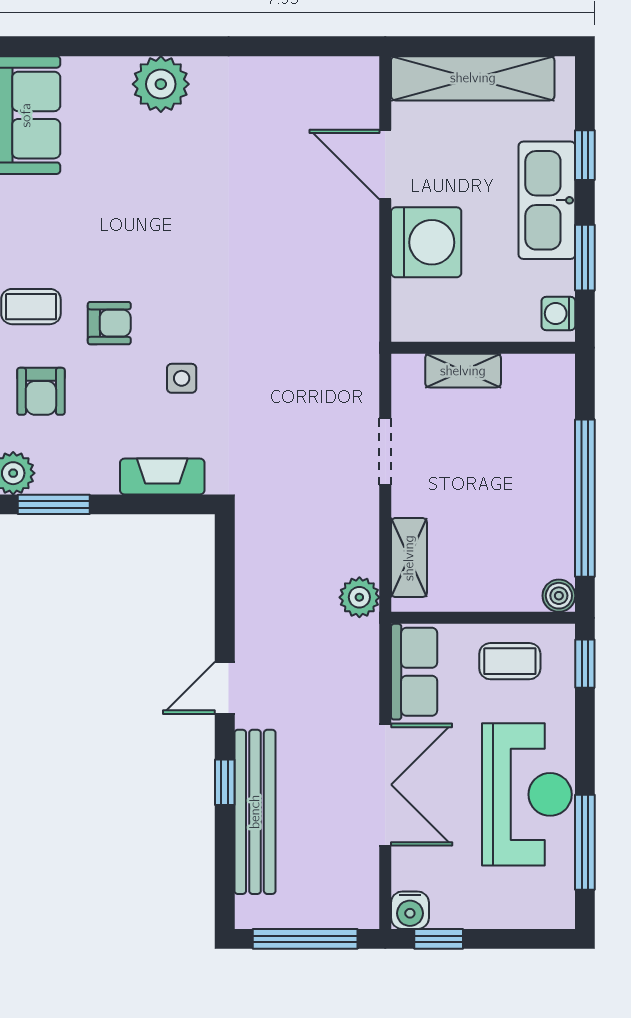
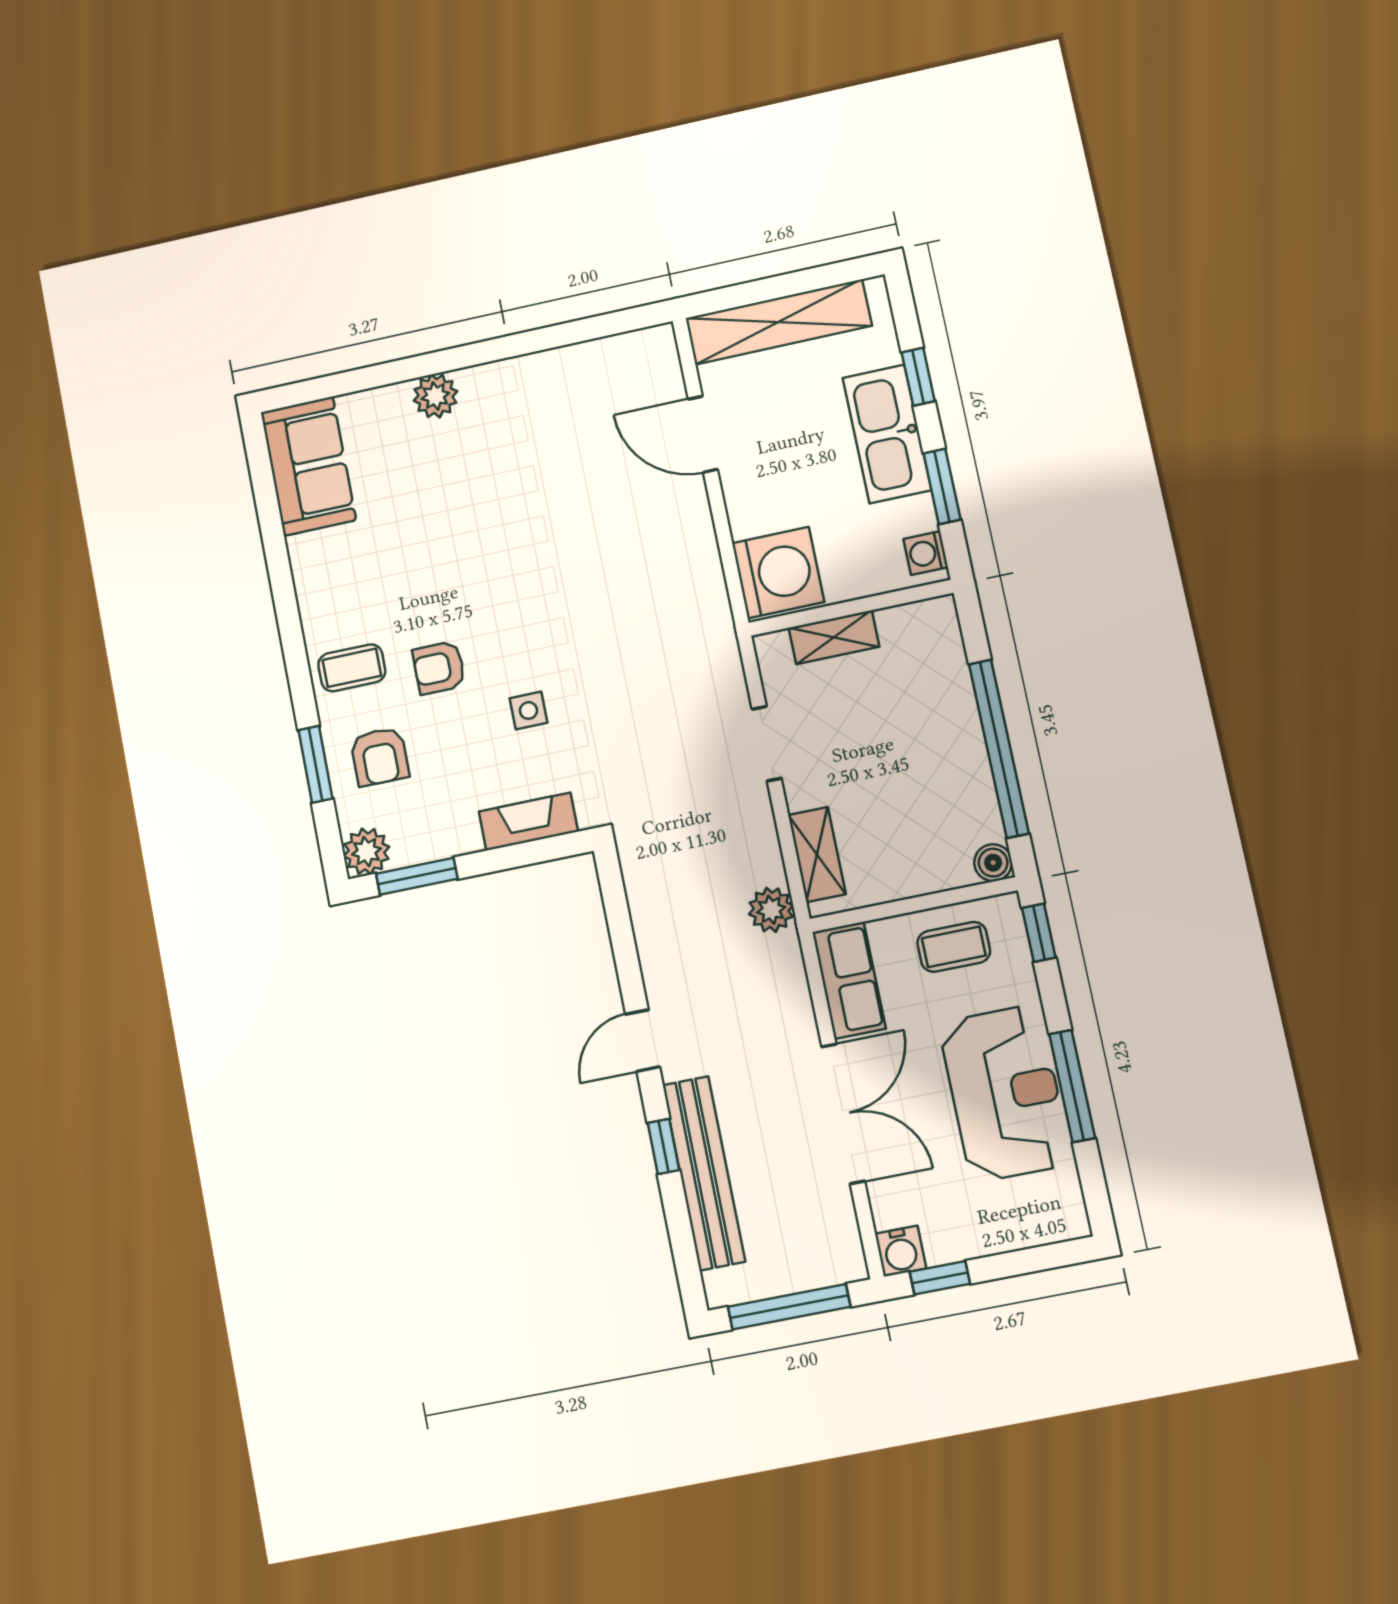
plant: (161, 84) -> (435, 396), width x0.73, depth x0.73
washing machine: (426, 242) -> (778, 573), moved
armchair: (109, 323) -> (439, 668), turned 180
window: (585, 842) -> (1072, 1086), moved

